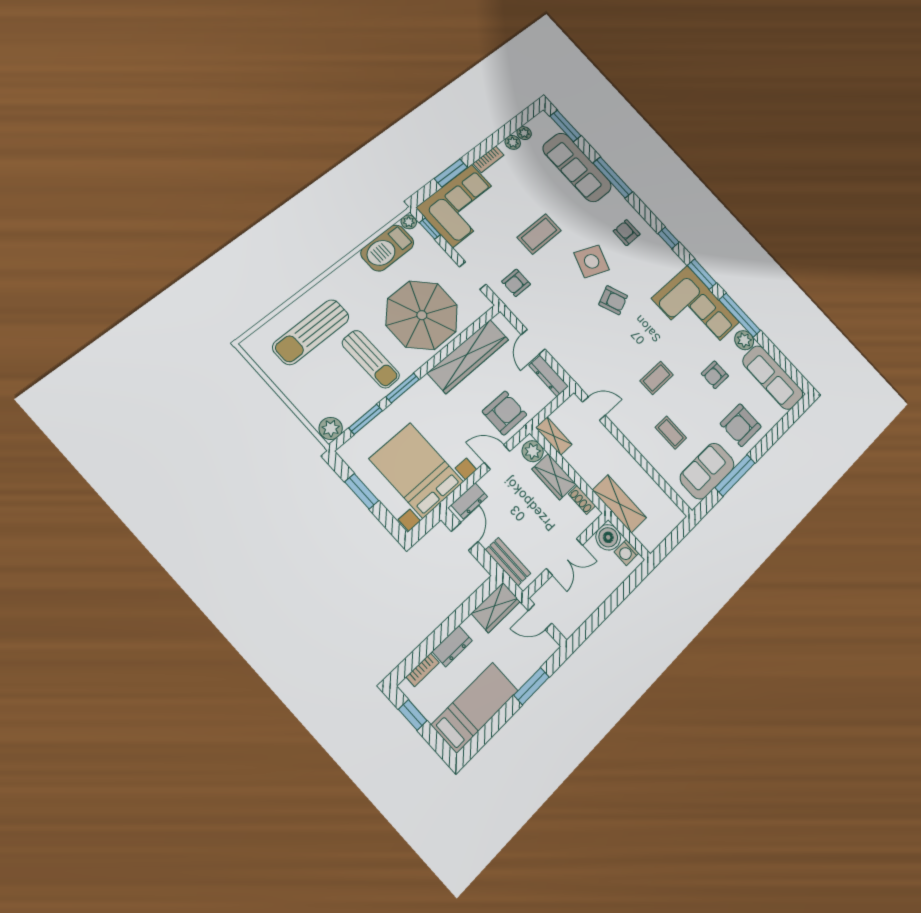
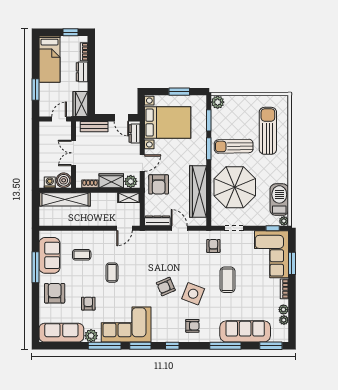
shelving: (619, 504) -> (65, 199), width x1.47

